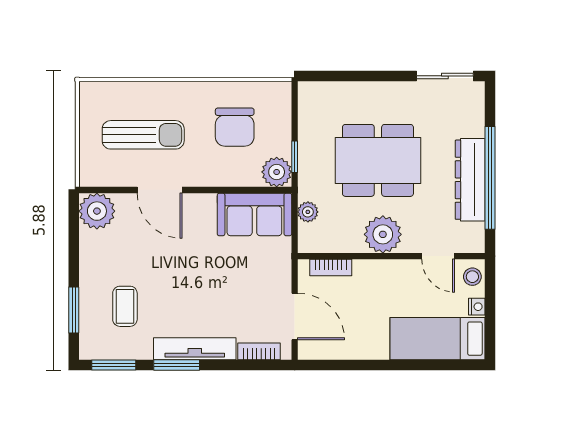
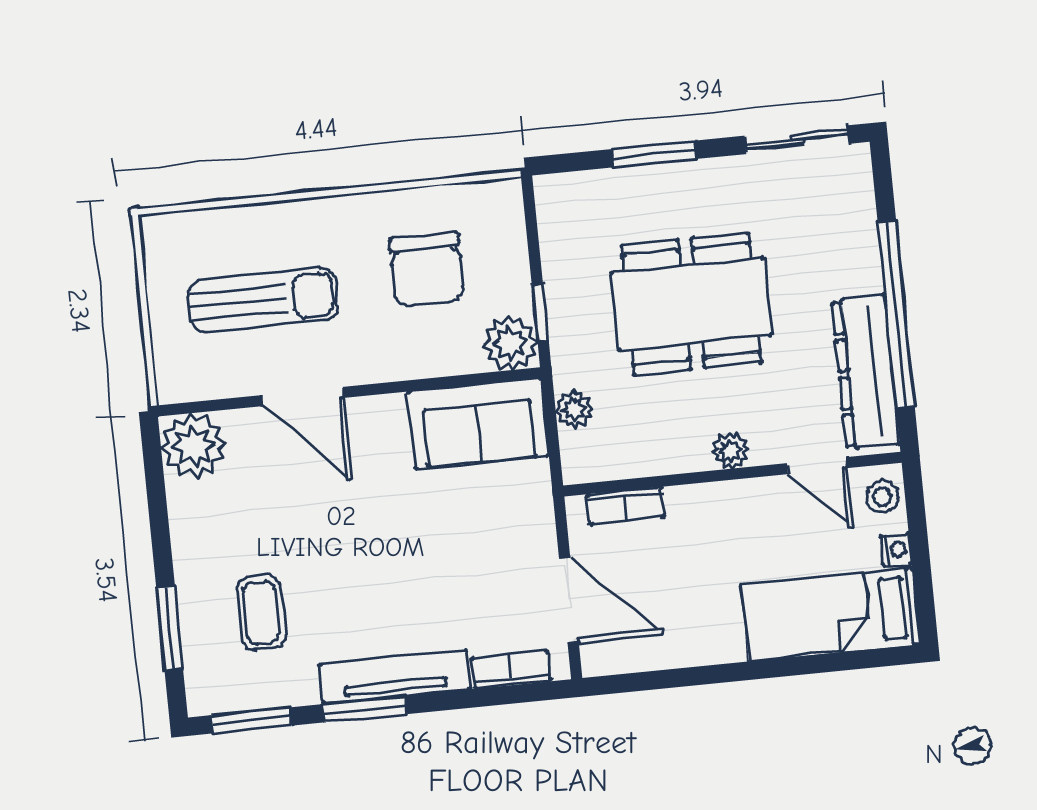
window: (366, 76) -> (654, 154), added
dresser: (470, 180) -> (866, 372), moved
plant: (383, 234) -> (730, 451), width x0.53, depth x0.53

